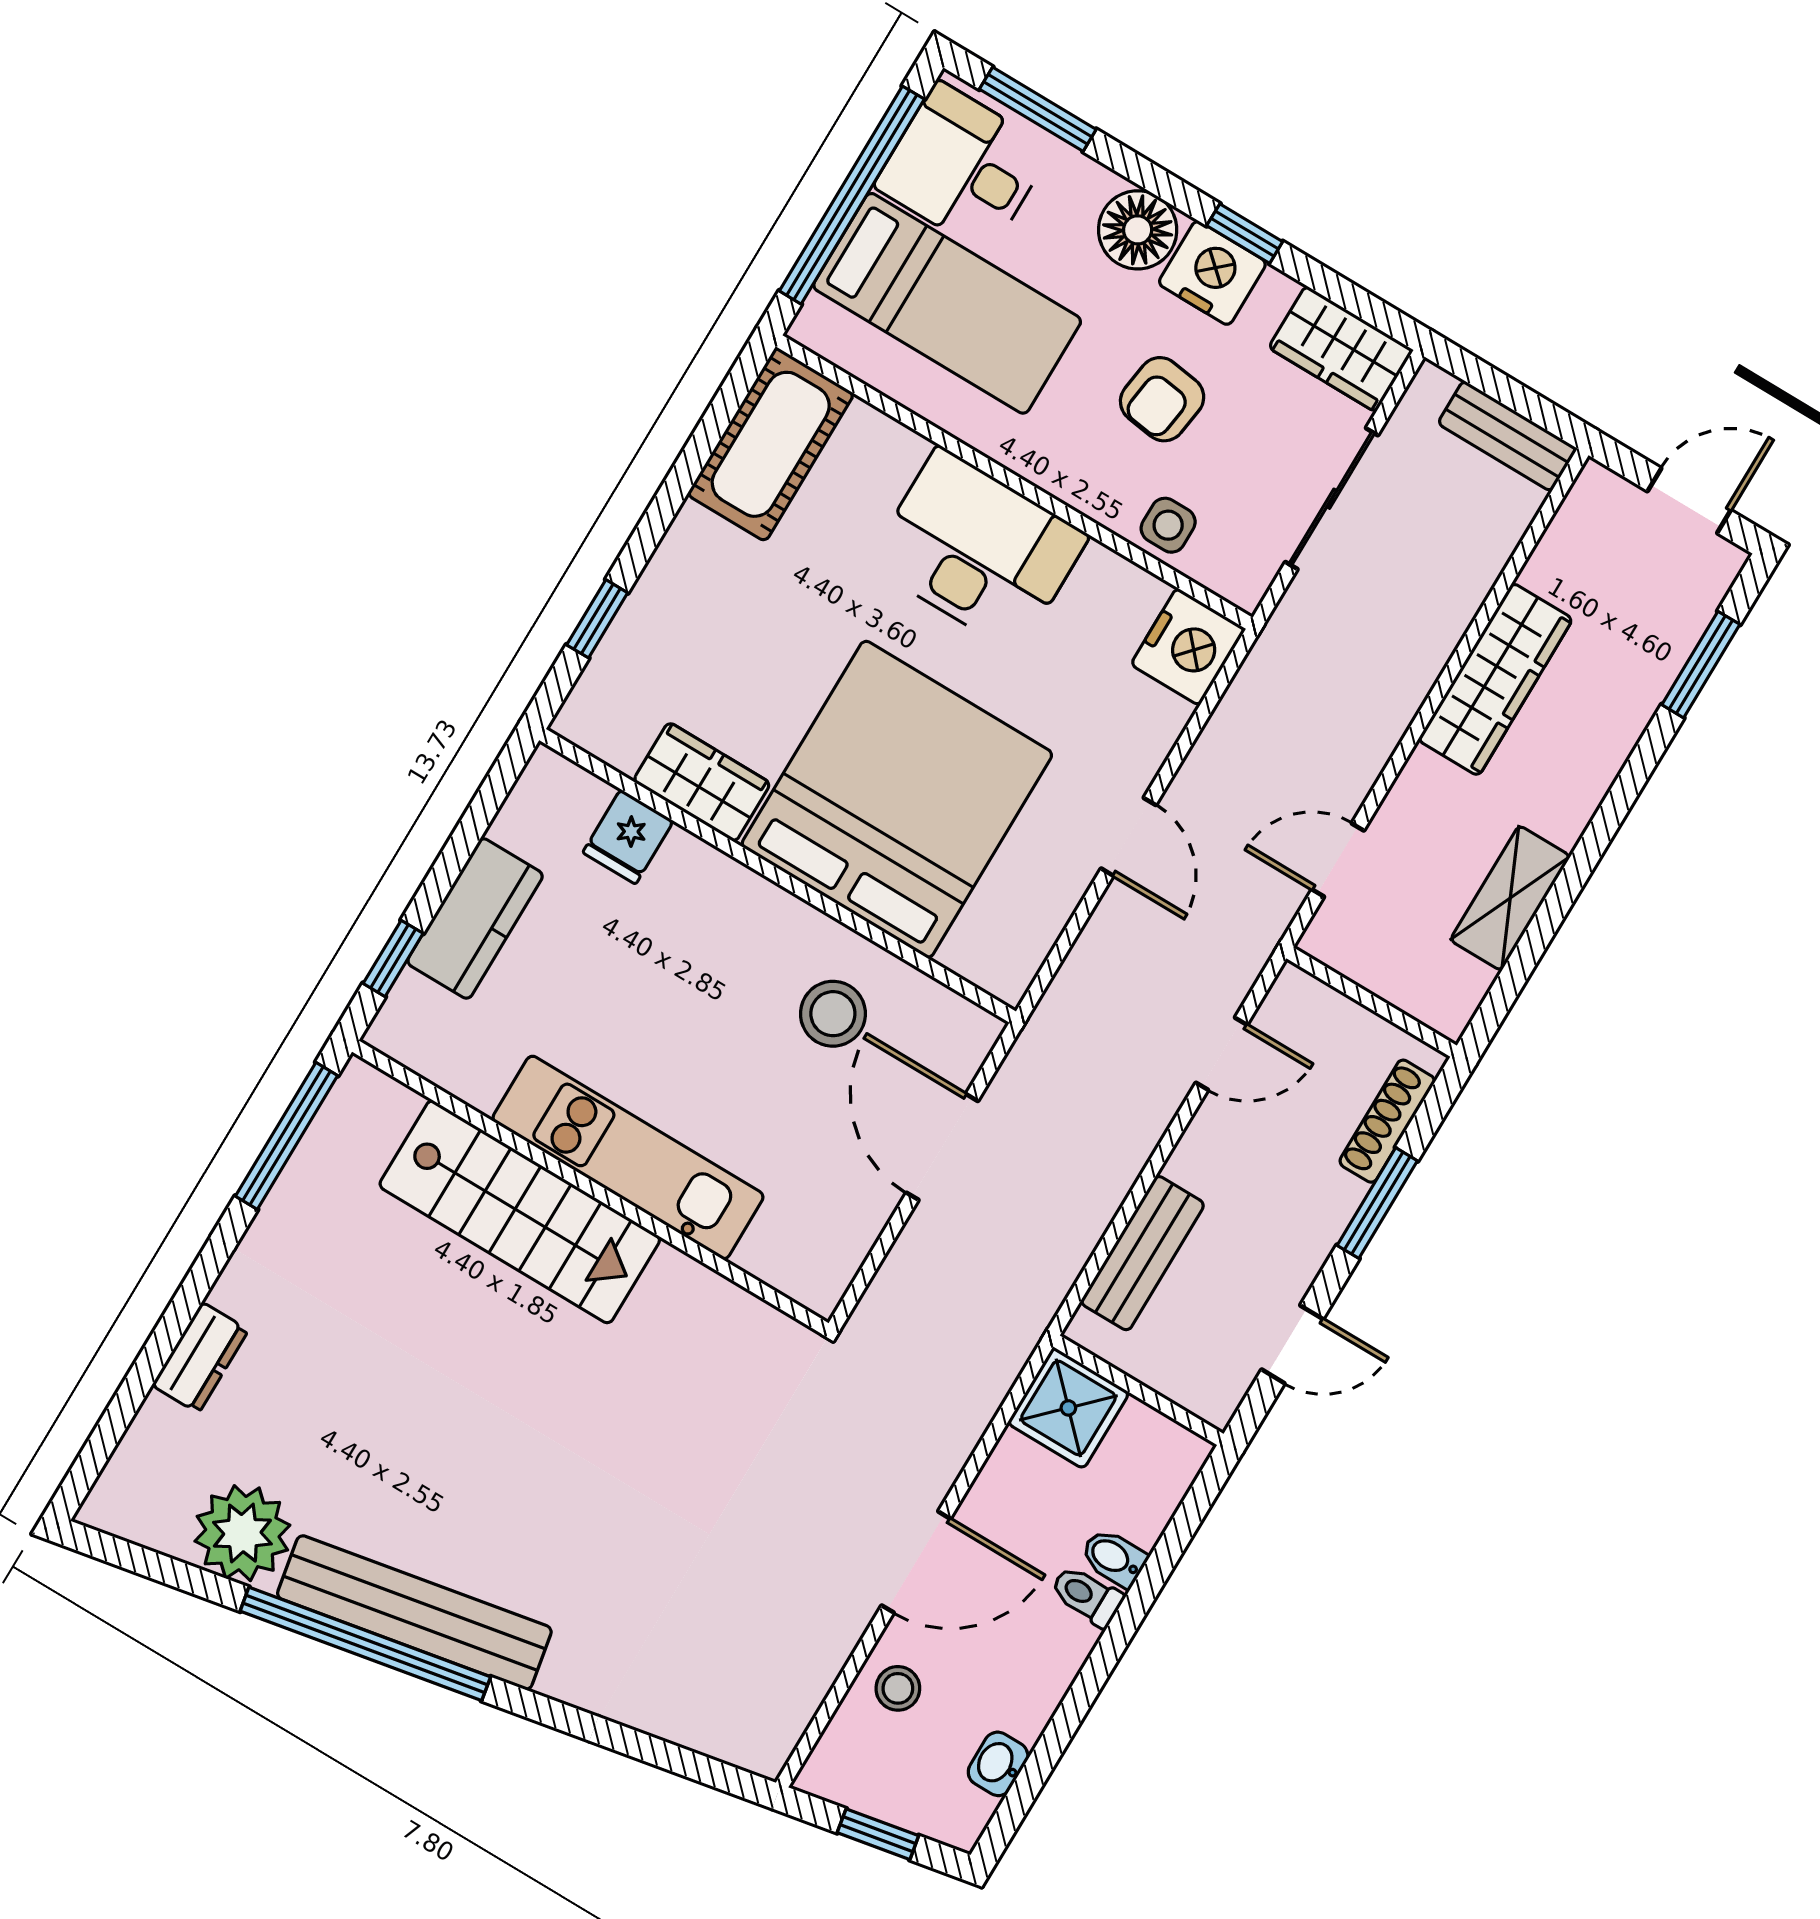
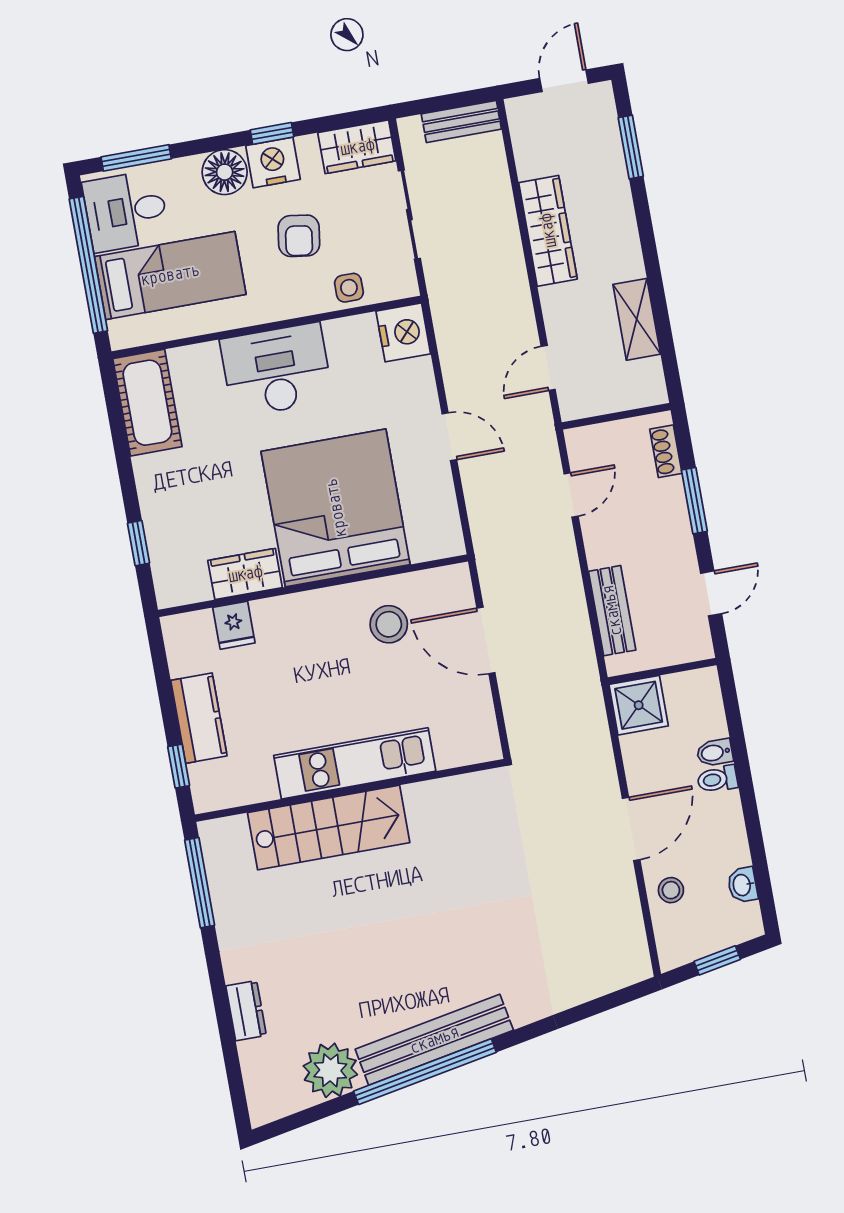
shoe rack: (1387, 1121) -> (666, 451), width x0.70

